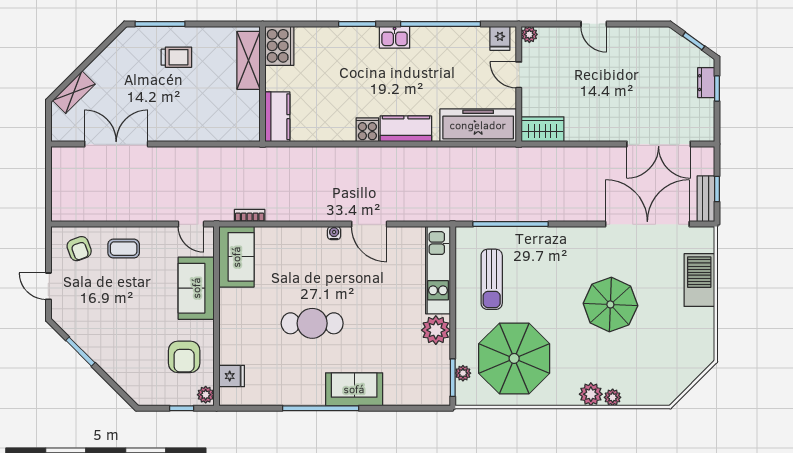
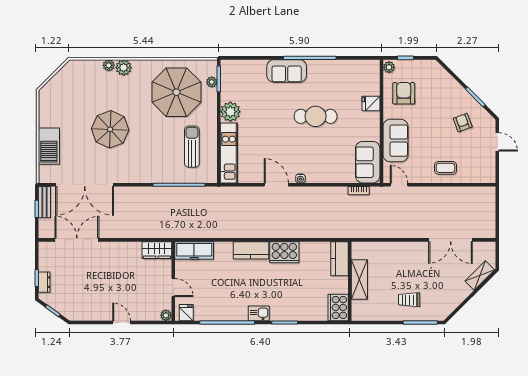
shelving: (249, 60) -> (359, 280), moved
freezer: (478, 125) -> (194, 250), width x0.73, depth x0.79
cooker: (367, 130) -> (284, 252), width x1.87, depth x1.31
armchair: (79, 249) -> (463, 123), moved
fridge: (232, 376) -> (371, 103), moved

